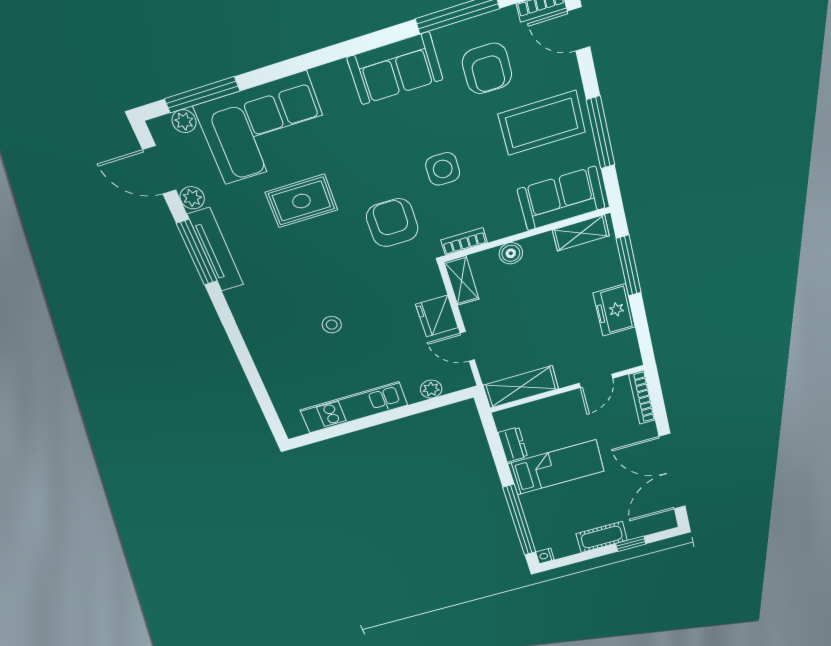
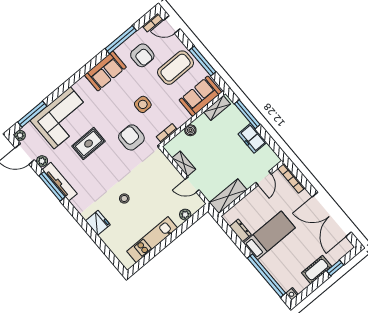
plant: (184, 121) -> (20, 135), moved
shelving: (462, 281) -> (184, 164), moved
fridge: (437, 316) -> (98, 223), moved, turned 180

